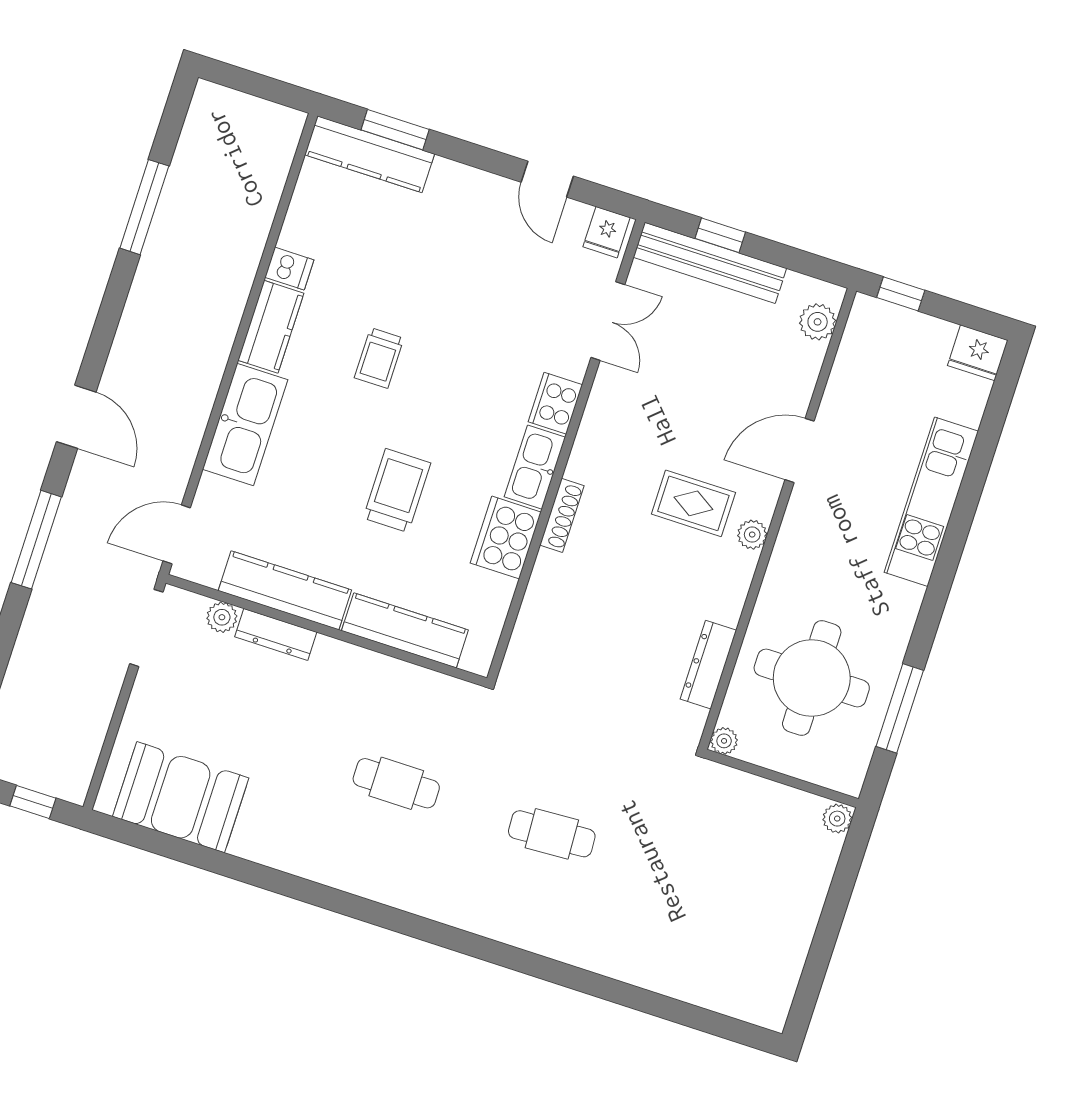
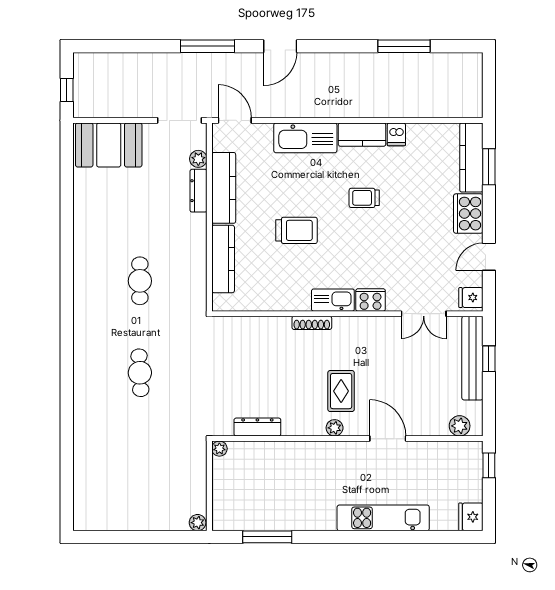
cooker: (506, 538) -> (468, 214), moved, turned -90
round table: (812, 678) -> (268, 485), removed
booth: (181, 797) -> (109, 145), moved, turned 90

